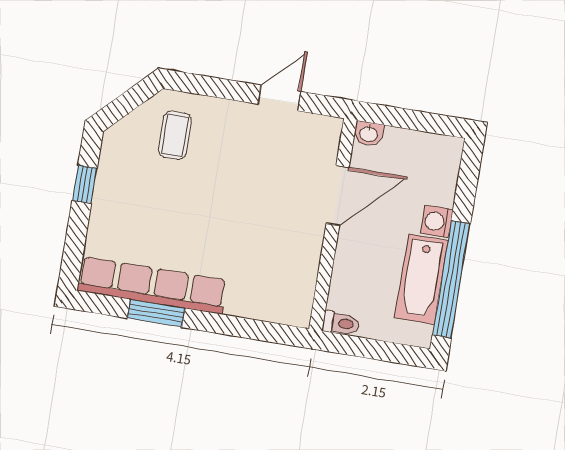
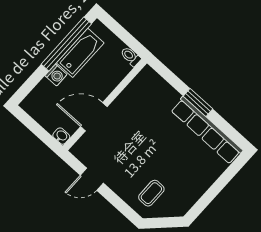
window: (85, 184) -> (208, 197), removed
window: (156, 313) -> (198, 102), moved

